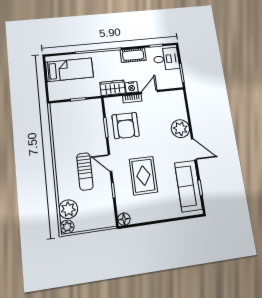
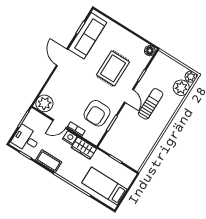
armchair: (126, 126) -> (97, 113), turned 180
plant: (180, 129) -> (44, 103), moved

